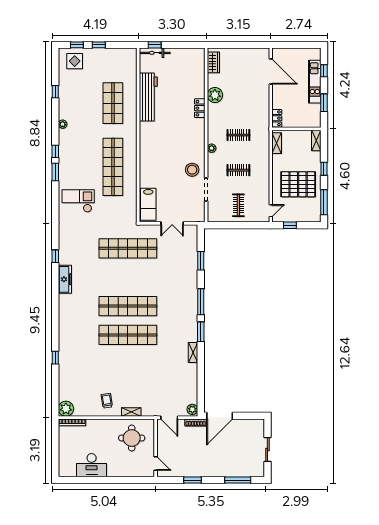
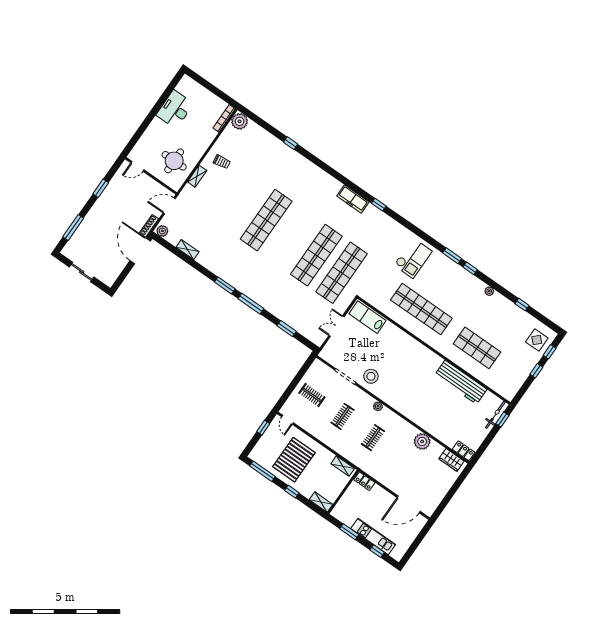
locker: (200, 108) -> (464, 451), moved
shop shelf: (128, 306) -> (316, 255), moved
shelving: (193, 352) -> (188, 250), moved

